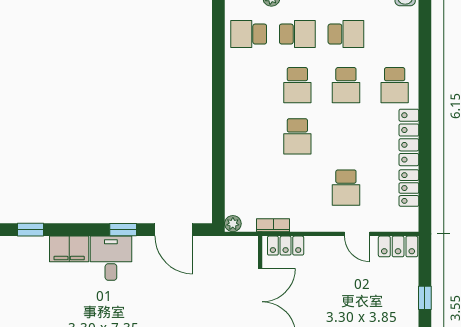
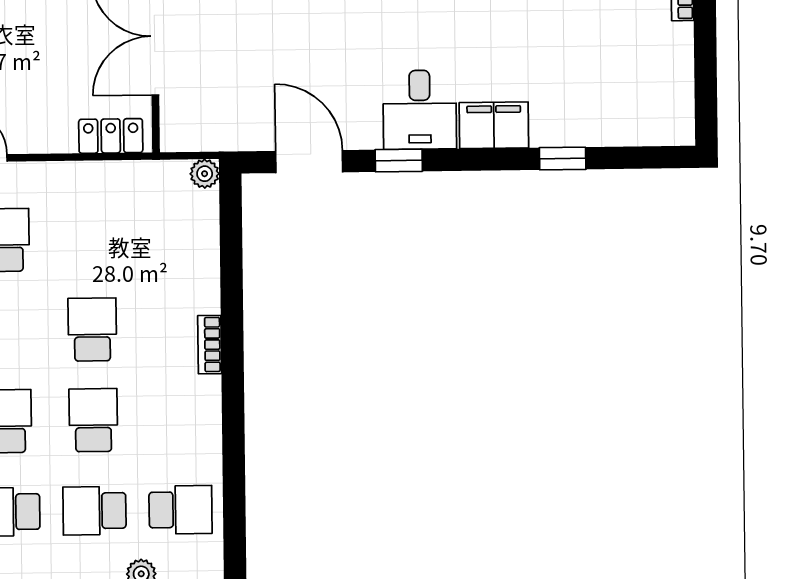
bookcase: (273, 225) -> (210, 345), moved, turned 90

